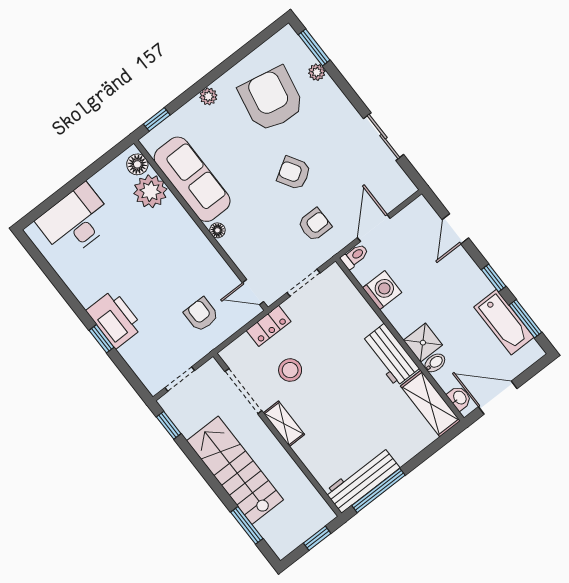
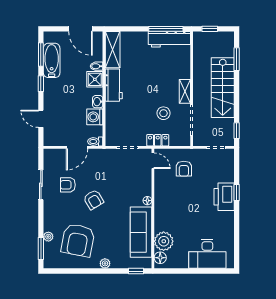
armchair: (315, 225) -> (68, 185), moved
door: (455, 229) -> (41, 119), swing flipped
washbasin: (459, 398) -> (98, 102), moved

